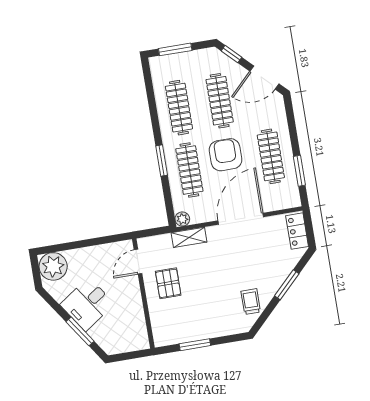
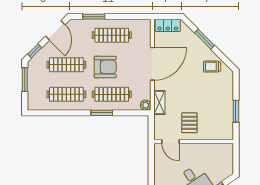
window: (175, 49) -> (25, 80), moved
armchair: (226, 155) -> (105, 67), turned 180
window: (299, 171) -> (94, 17), moved
door: (241, 219) -> (152, 64), swing flipped
pallet: (168, 283) -> (189, 123), turned 90

